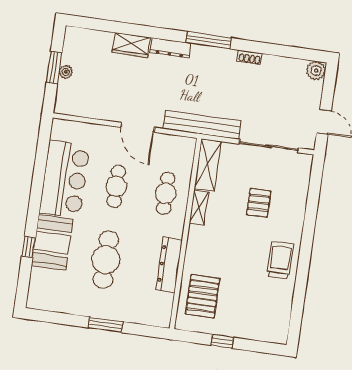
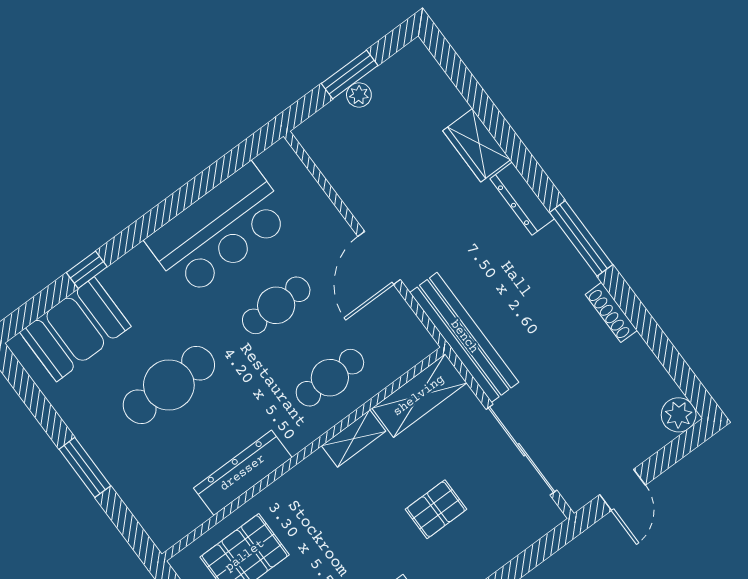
shoe rack: (250, 57) -> (611, 312), width x1.43
booth: (52, 243) -> (75, 329), moved

